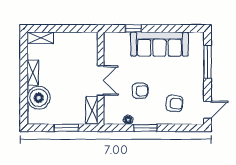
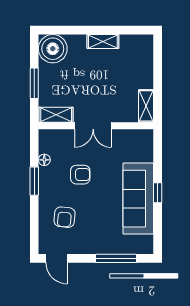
window: (133, 28) -> (158, 193), moved
shelving: (40, 38) -> (146, 106), moved
armchair: (140, 91) -> (80, 175), turned -90
boiler: (39, 98) -> (53, 49), moved

